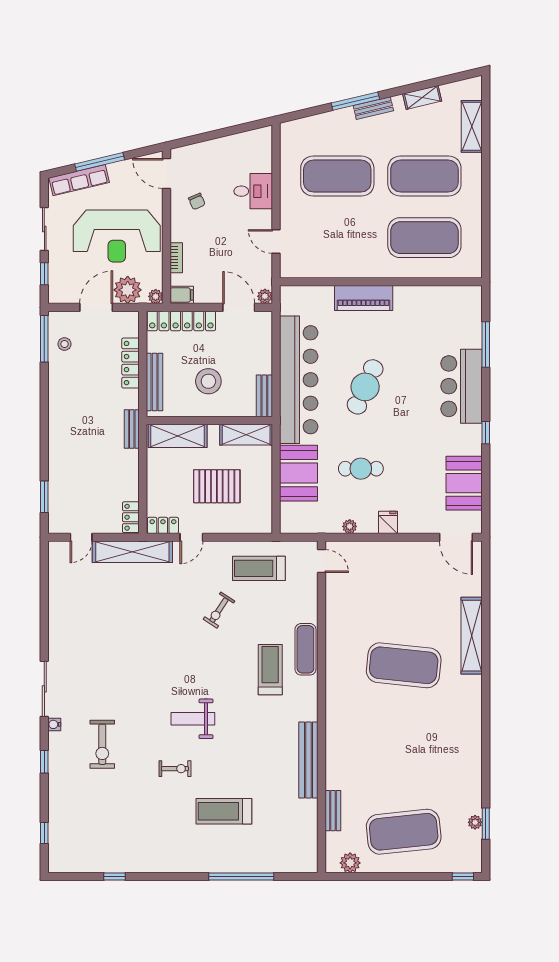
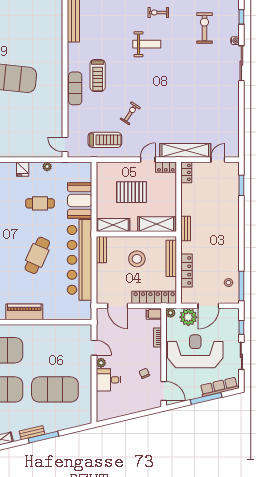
plant: (265, 296) -> (101, 363), moved
piano: (364, 298) -> (24, 312), moved

